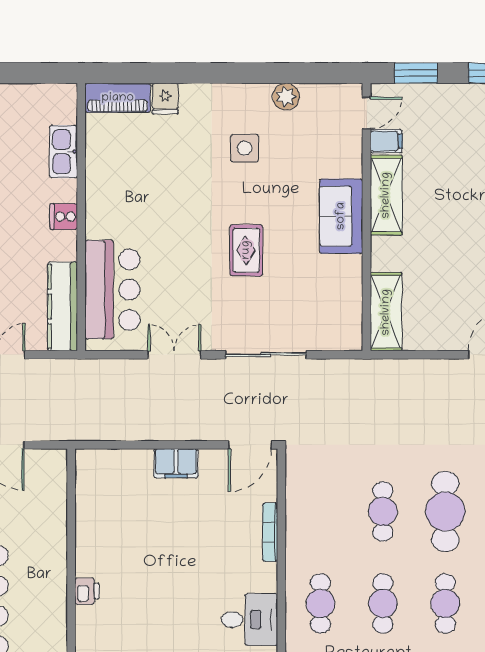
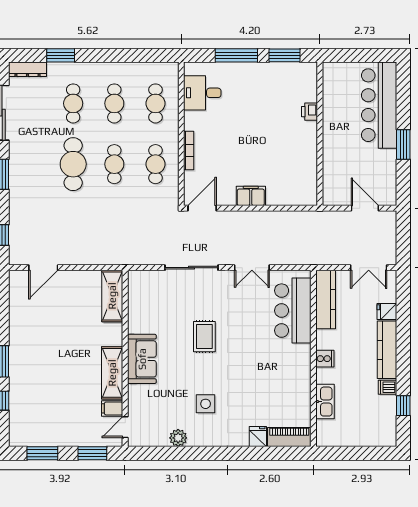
cafe table: (320, 511) -> (156, 164), added

